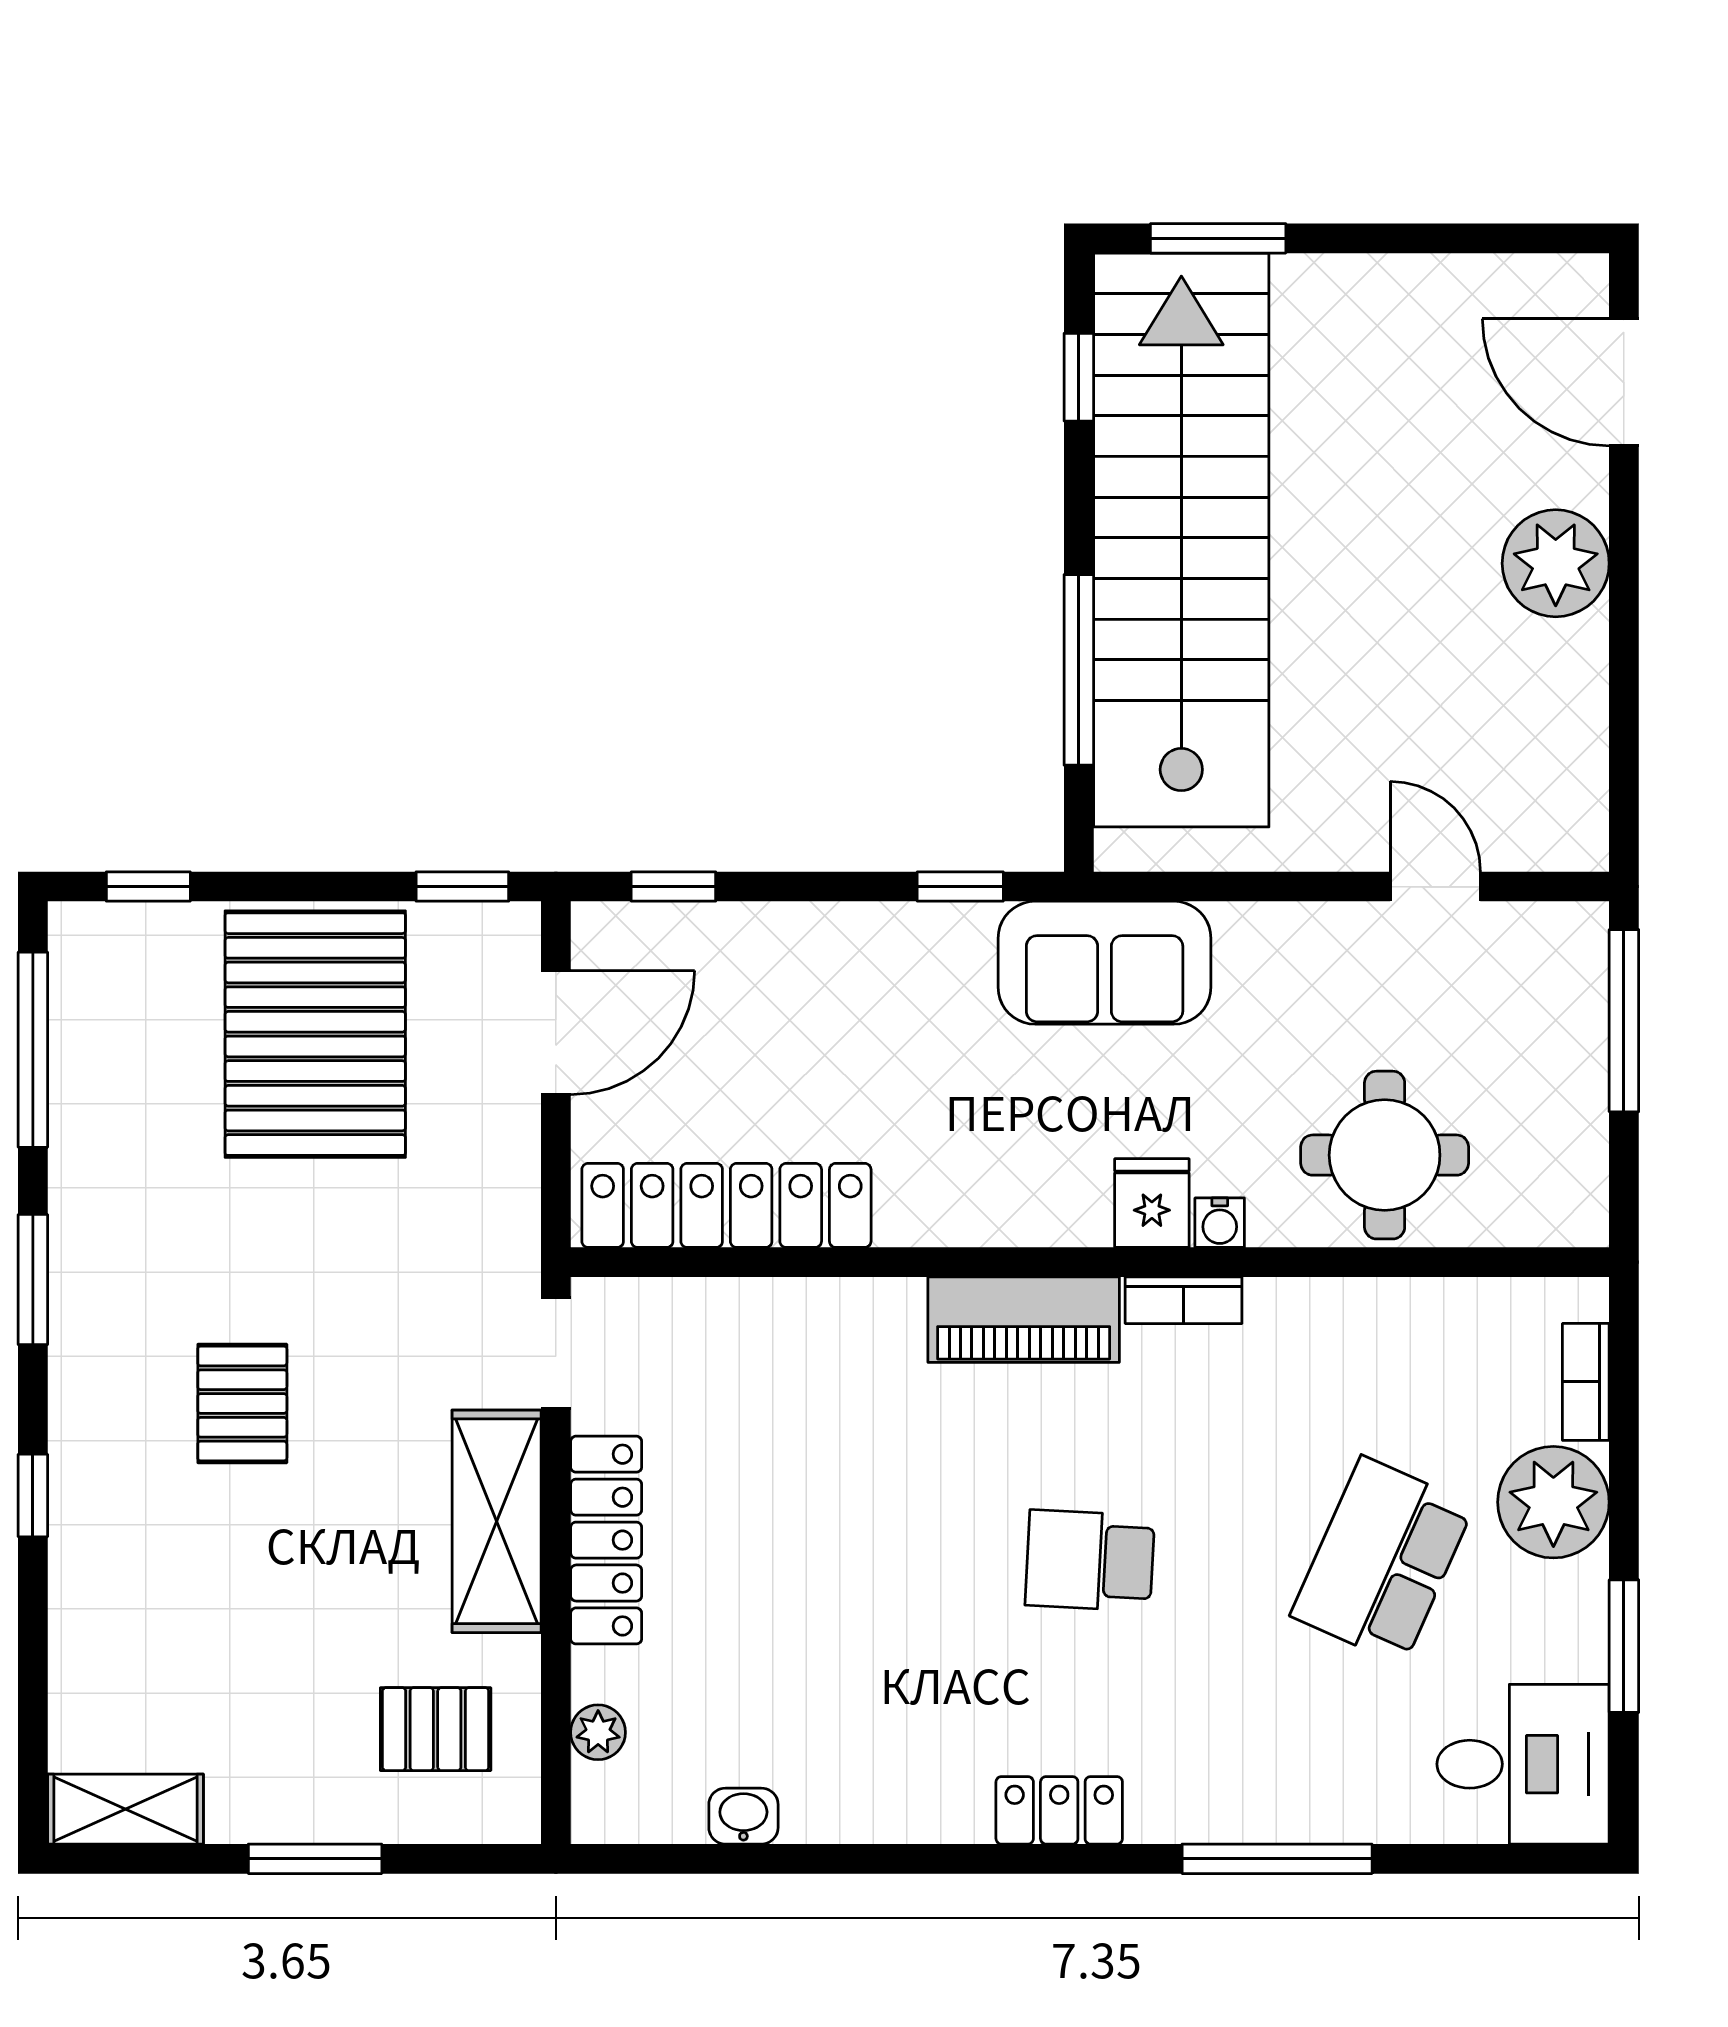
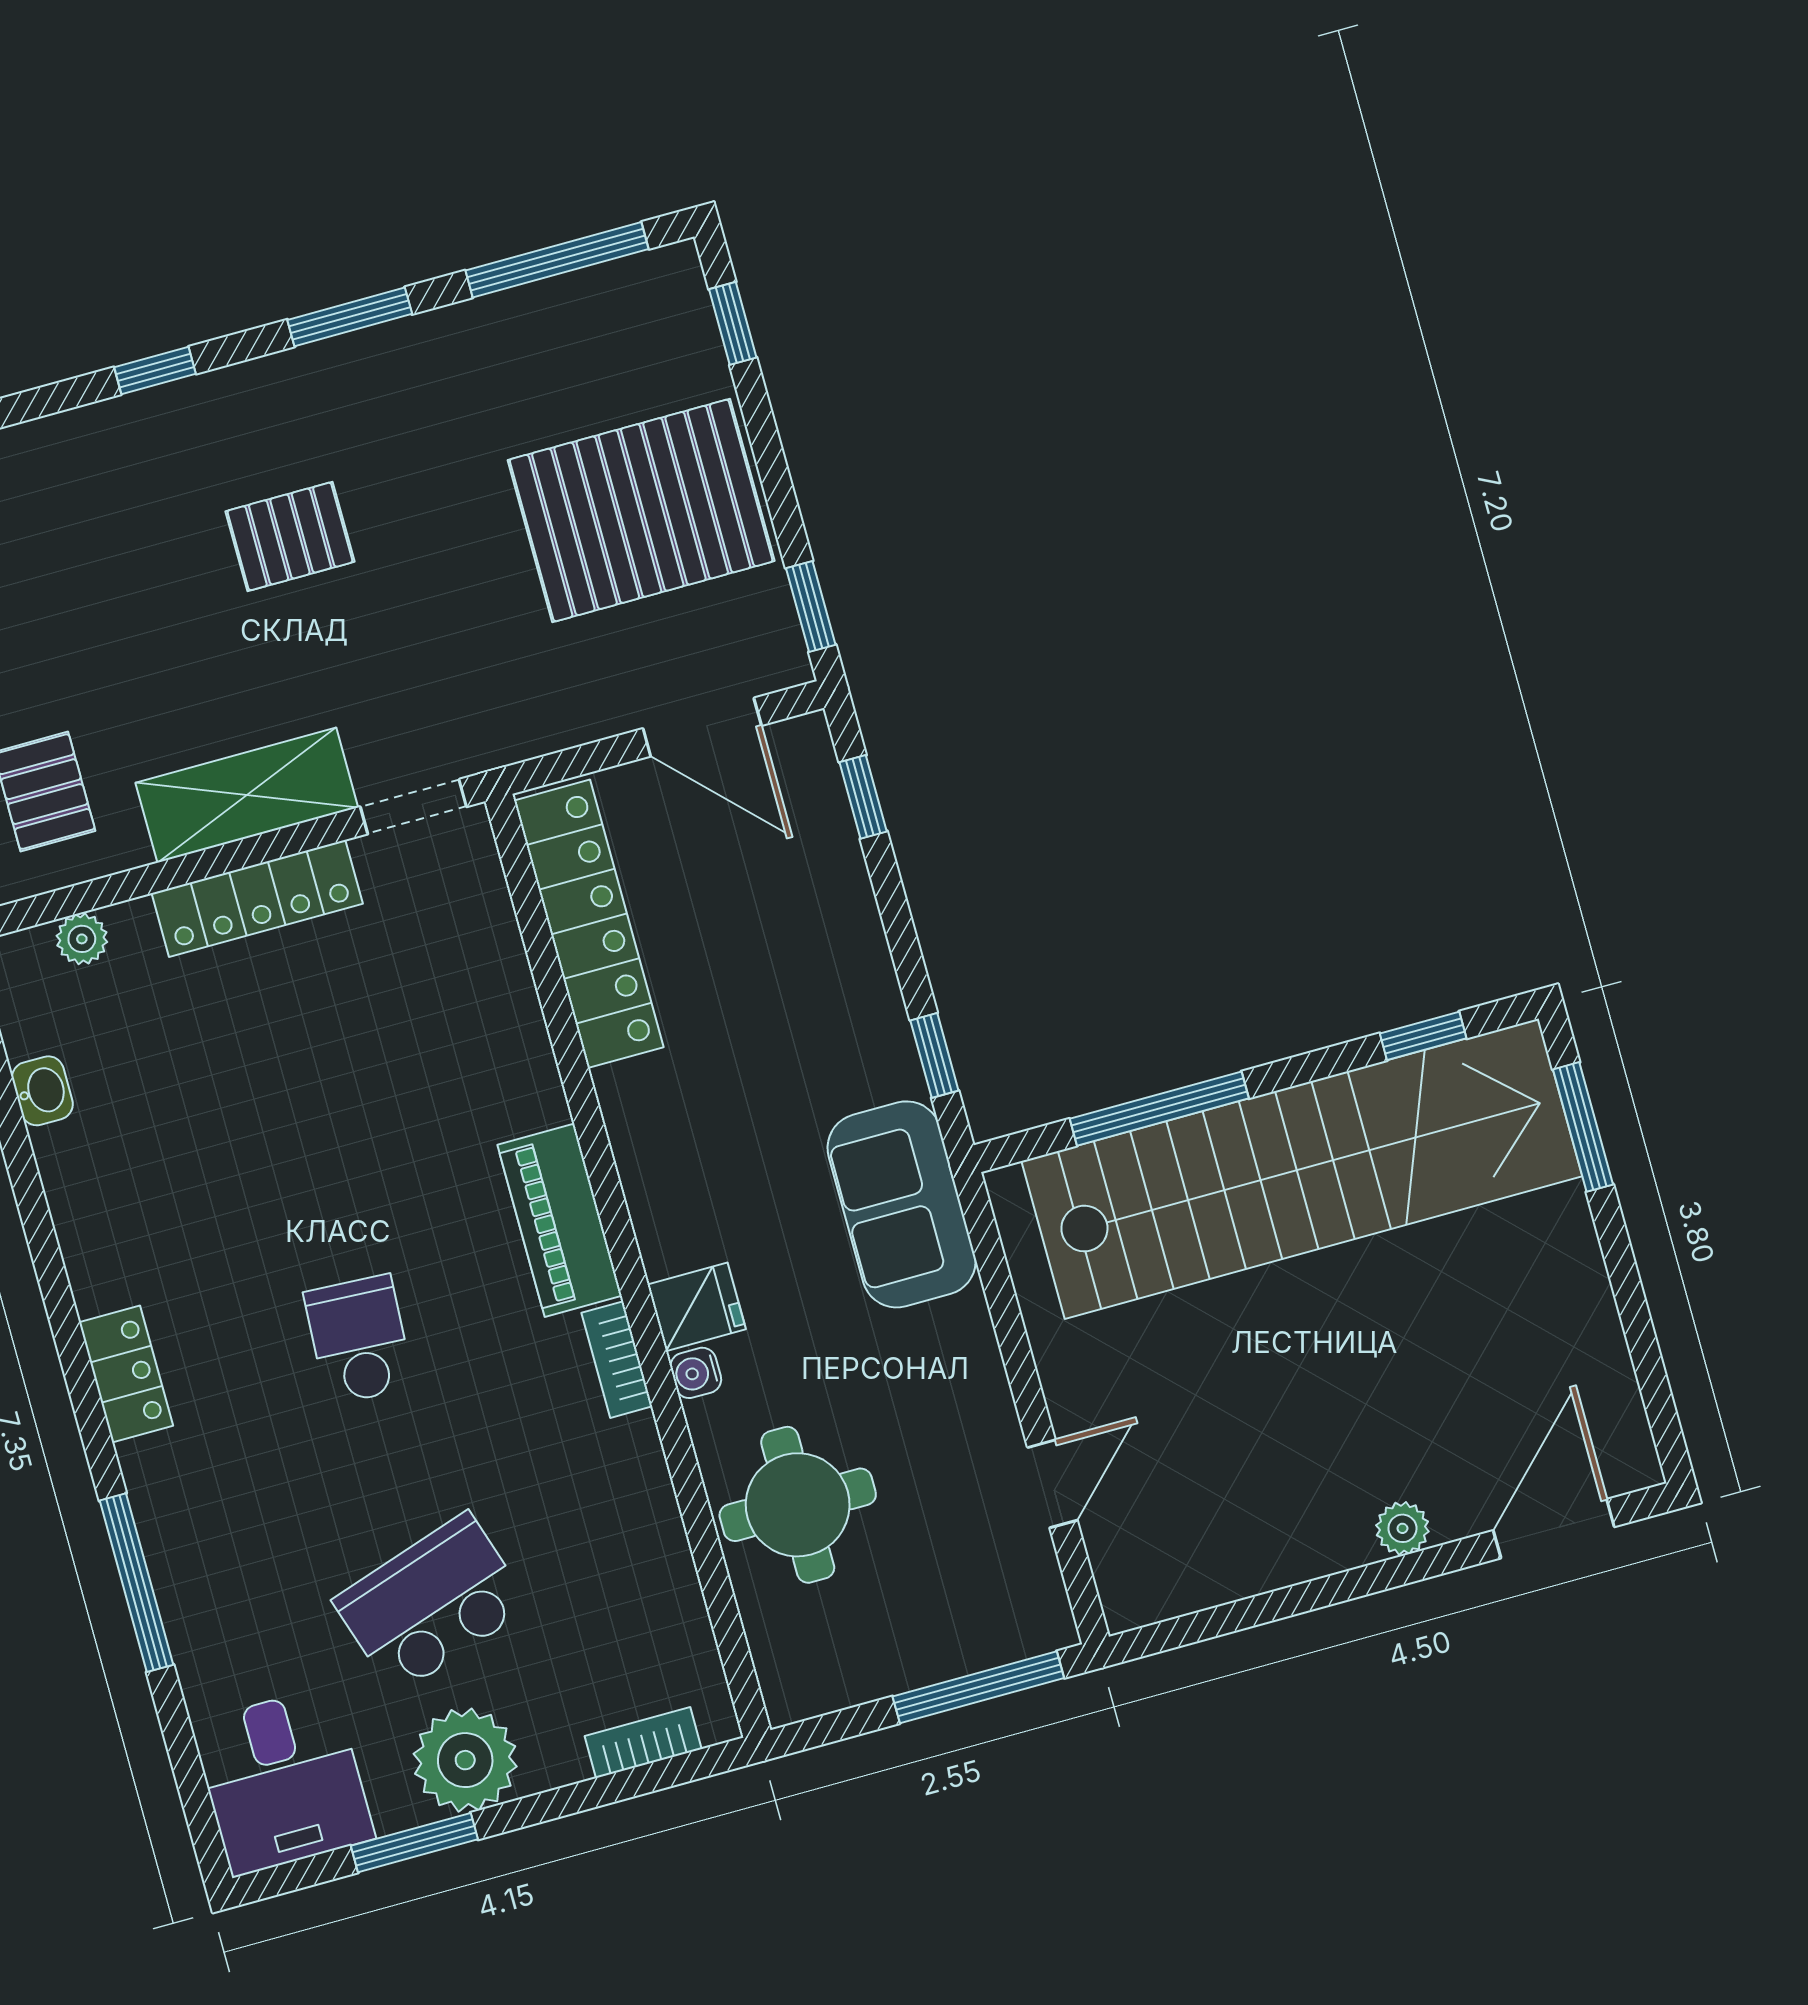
plant: (1556, 563) -> (1402, 1528), width x0.53, depth x0.53
plant: (1553, 1502) -> (465, 1760), moved
school desk: (1382, 1560) -> (432, 1603), turned -42

